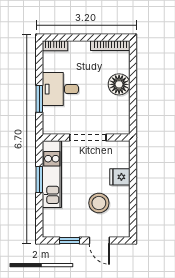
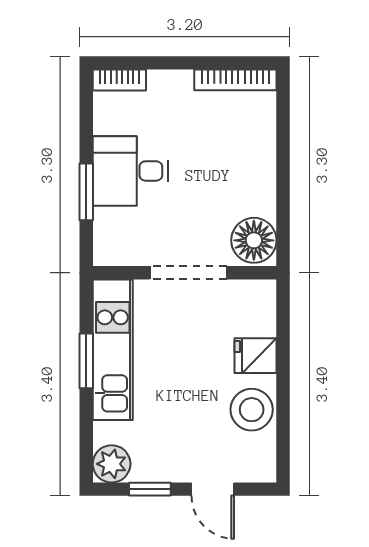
floor lamp: (119, 84) -> (254, 240), moved
stool: (99, 203) -> (252, 410), moved
plant: (51, 228) -> (112, 464), added

